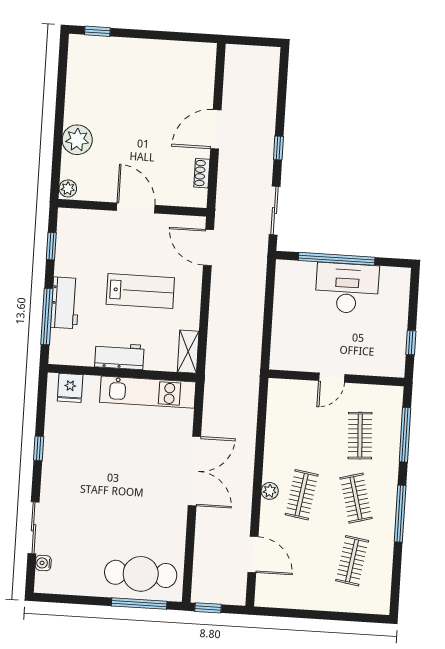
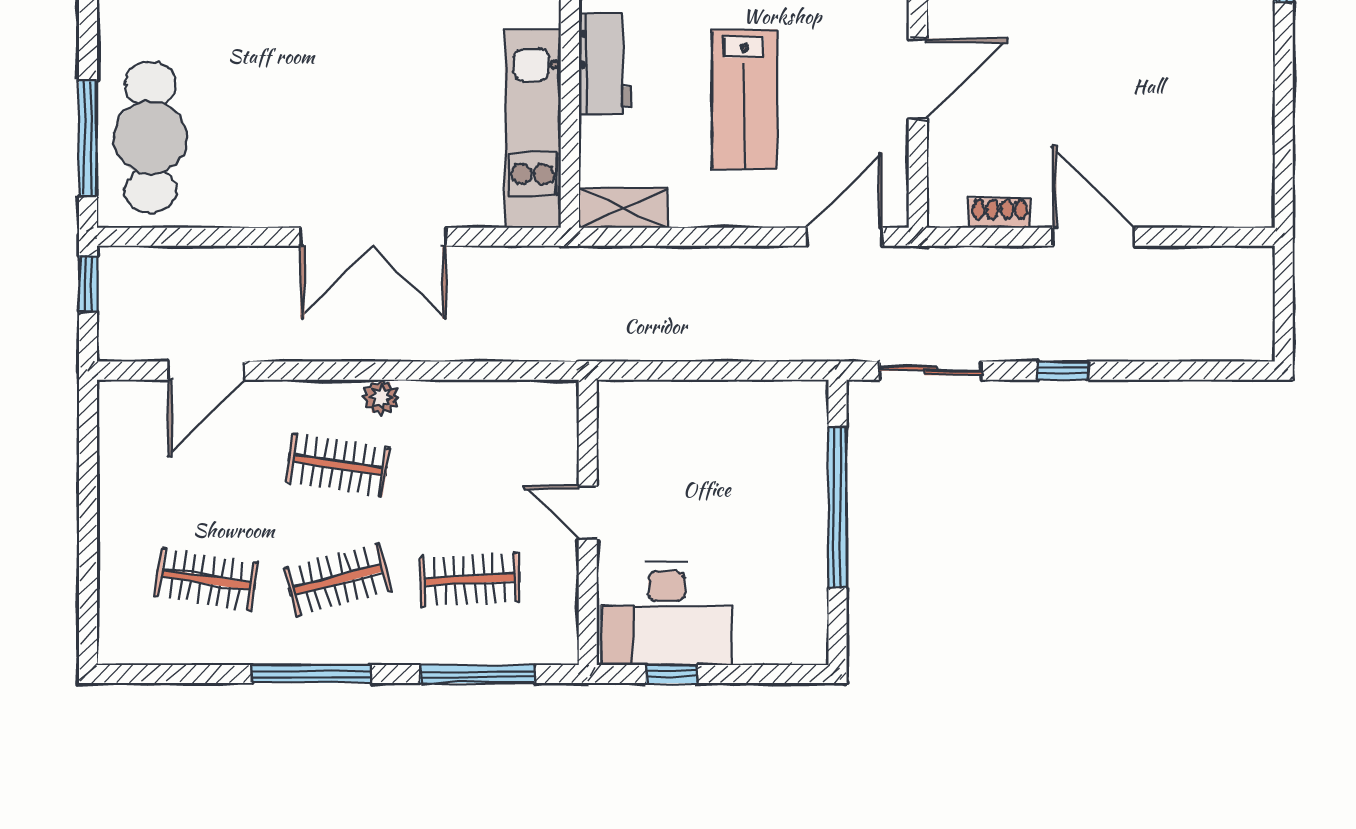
desk: (347, 288) -> (667, 614), moved, turned 90
plant: (270, 491) -> (381, 397), moved

